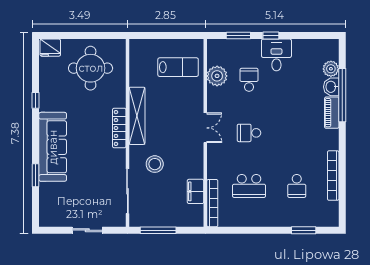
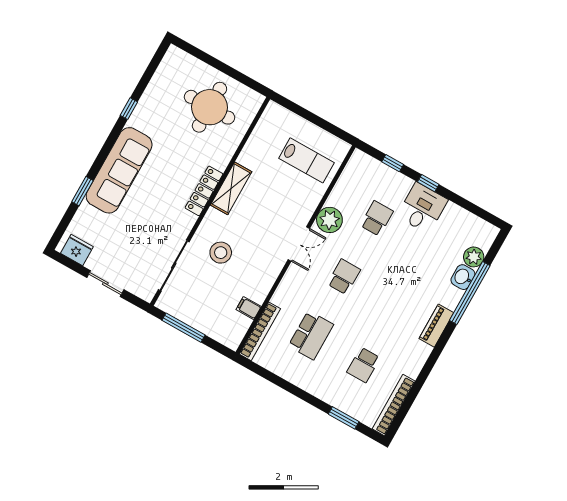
window: (238, 36) -> (393, 163), width x0.67
fridge: (50, 48) -> (77, 250), moved, turned 180
plant: (217, 76) -> (329, 220), moved
piano: (332, 113) -> (436, 326), moved
shelving: (137, 116) -> (231, 188), width x0.68
school desk: (249, 133) -> (344, 277), turned 90
bookcase: (333, 176) -> (394, 405), moved
school desk: (249, 186) -> (311, 335), turned -90
filing cabinet: (196, 191) -> (249, 308), width x0.50

